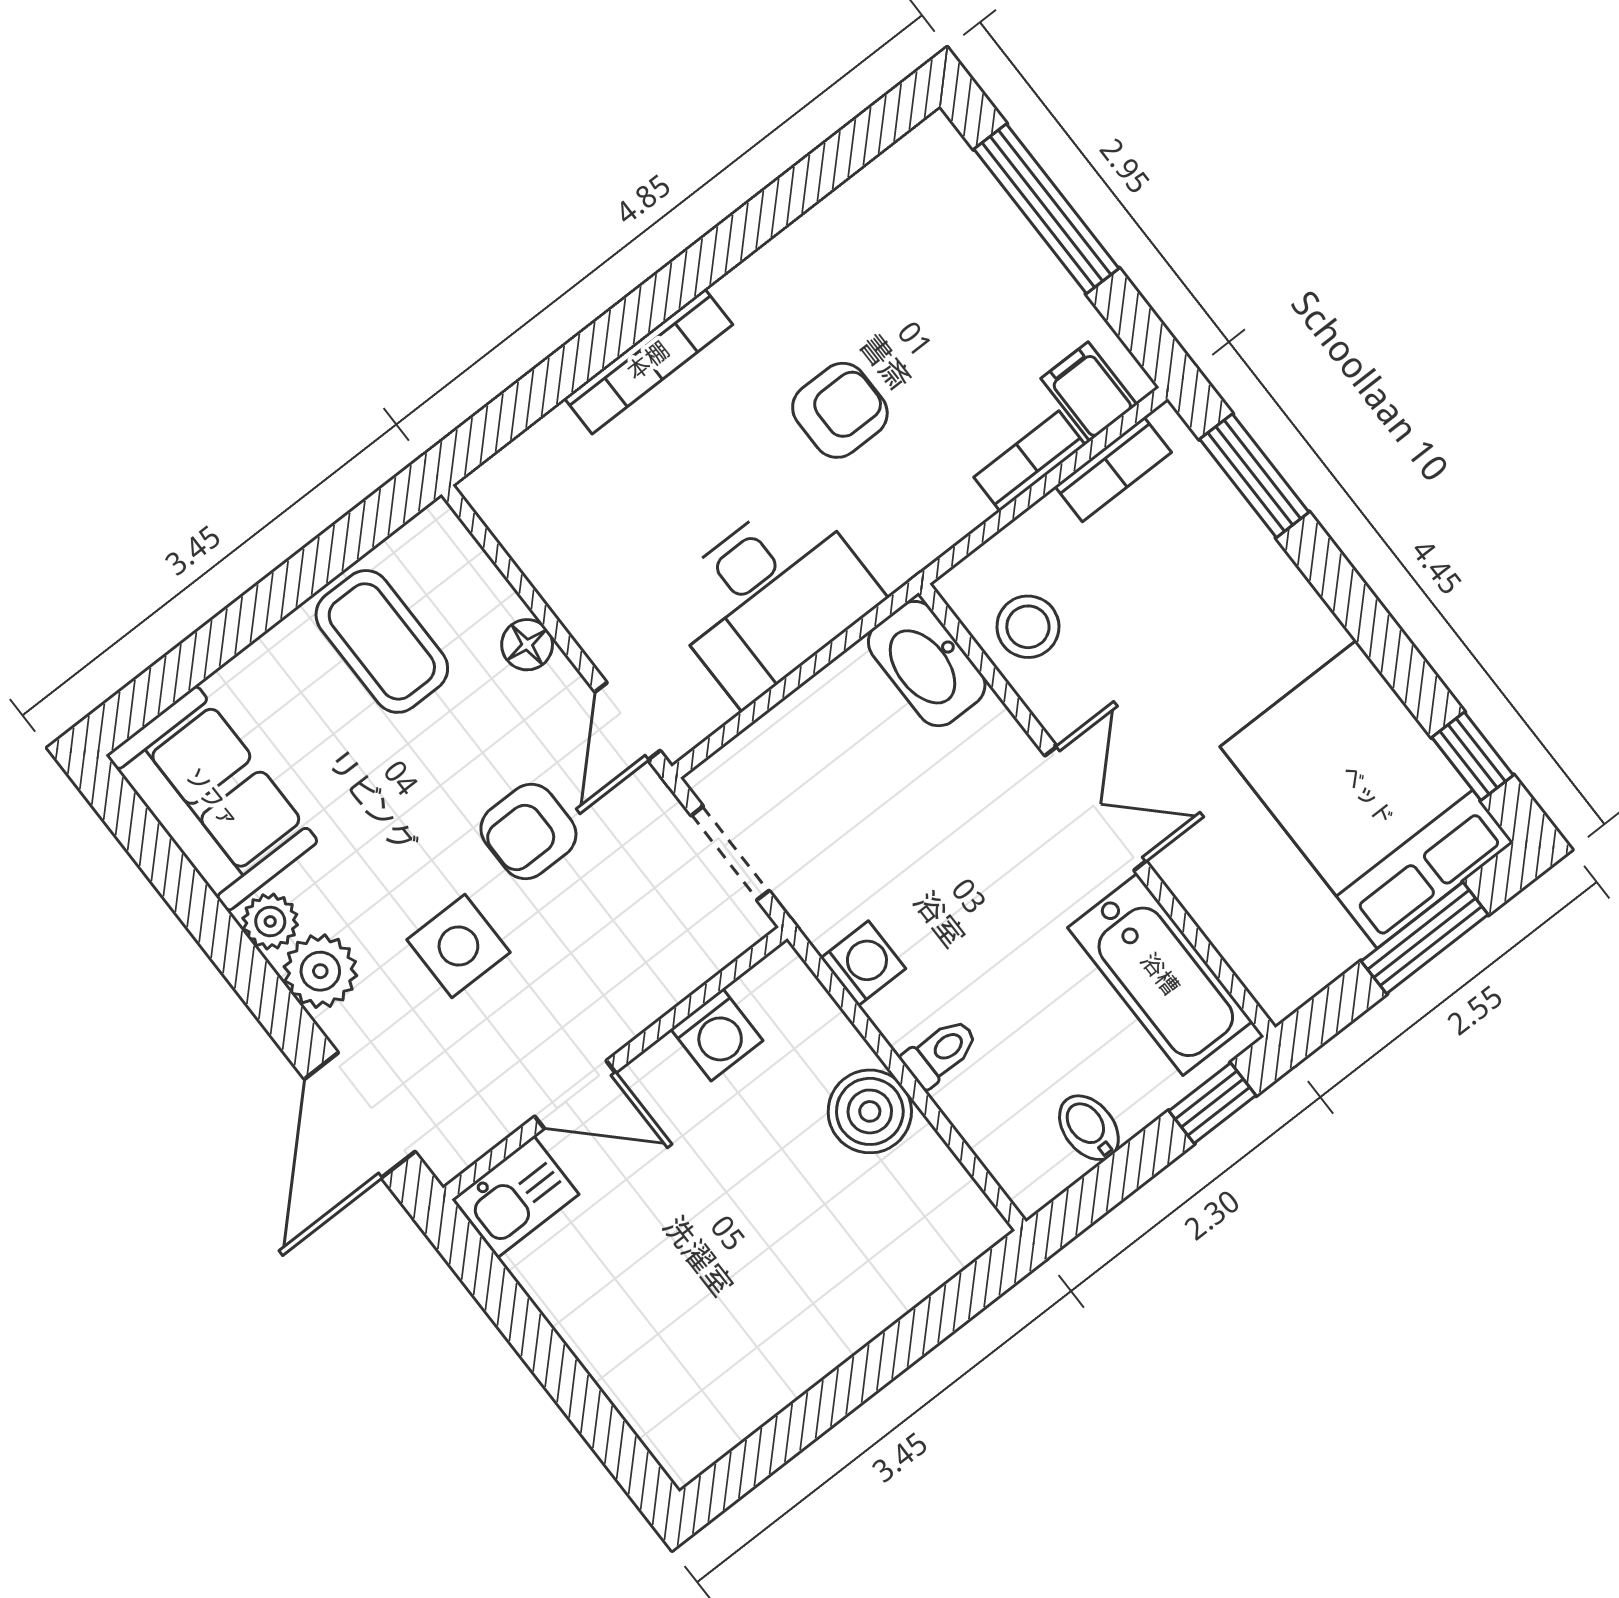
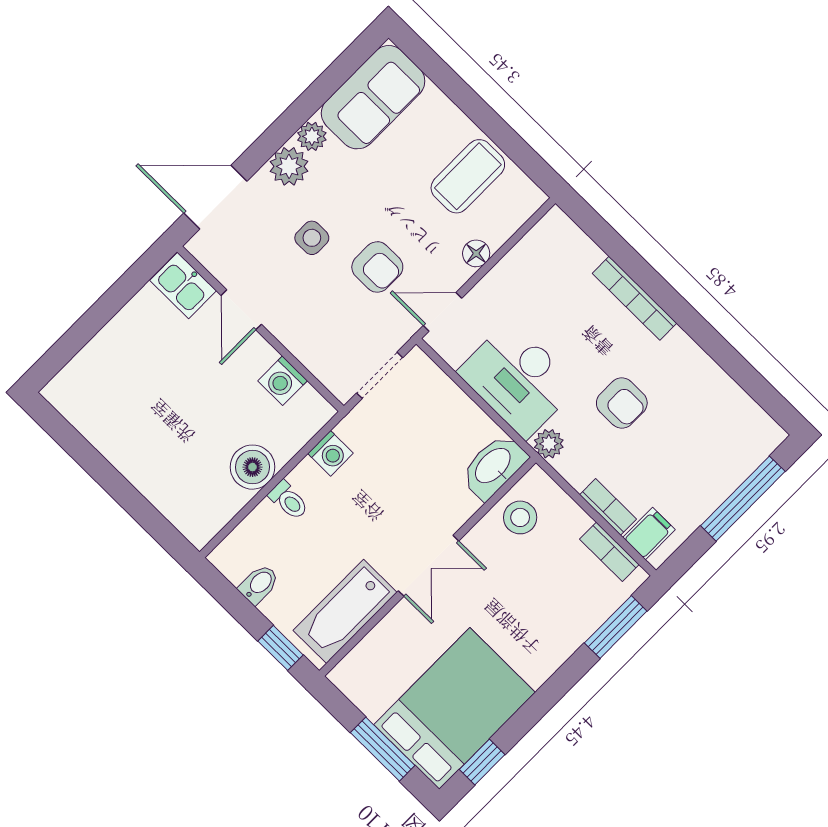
plant: (898, 556) -> (549, 444), added
armchair: (528, 831) -> (377, 267), turned 180
side table: (458, 946) -> (312, 238), width x0.73, depth x0.73

